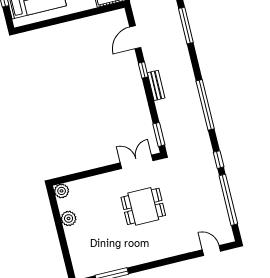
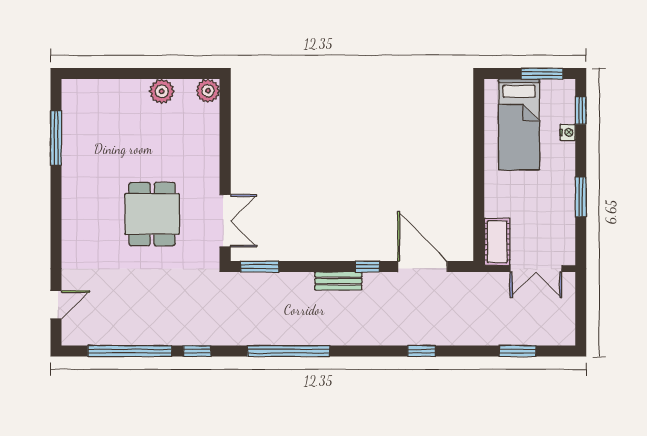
window: (186, 26) -> (422, 351), width x0.46
door: (135, 37) -> (423, 267), width x1.36

